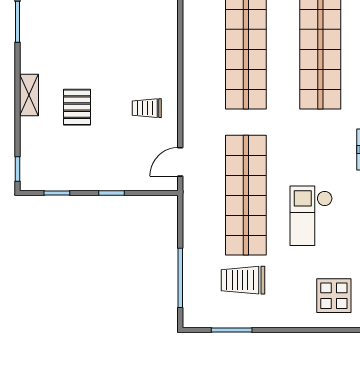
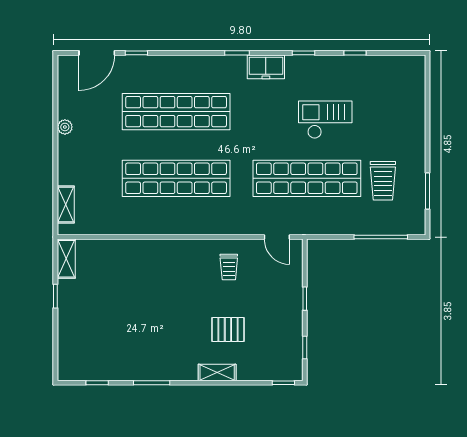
checkout: (311, 216) -> (325, 120), turned 180
display table: (334, 296) -> (397, 99), removed

